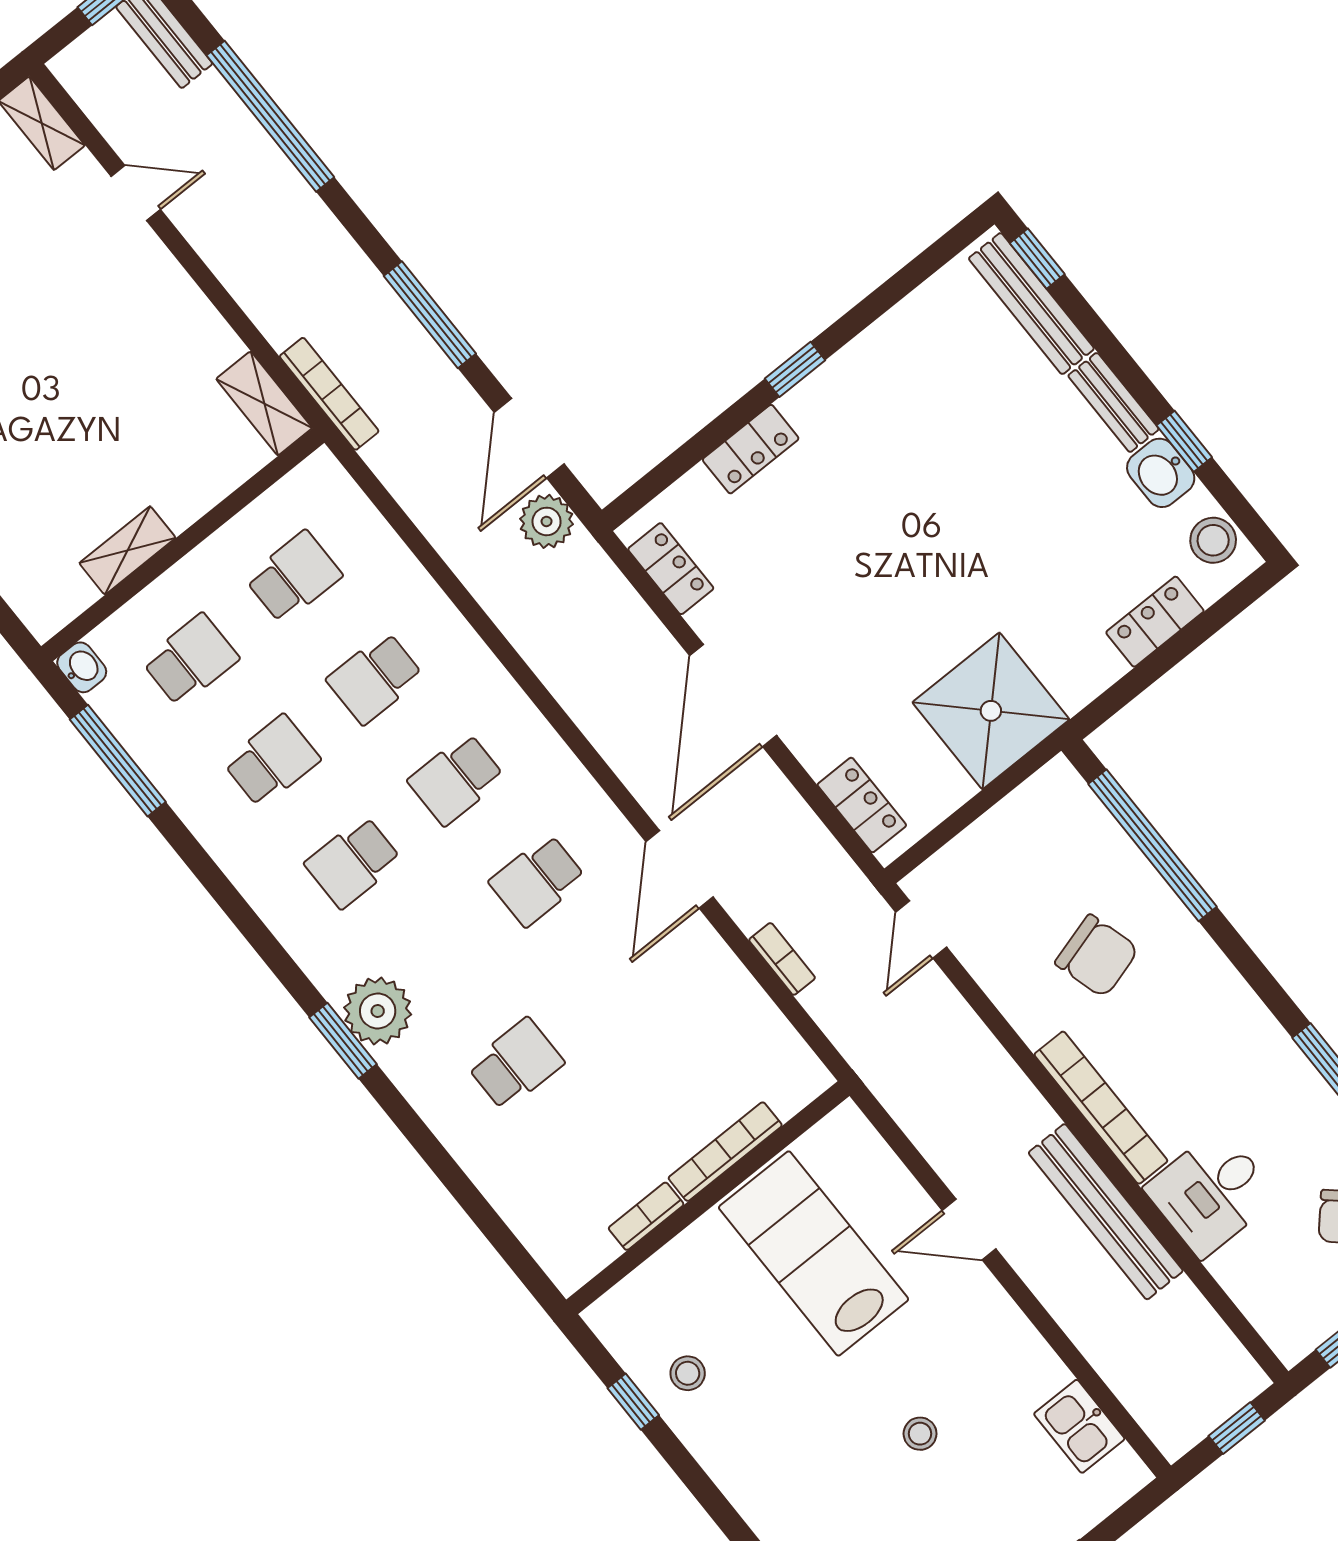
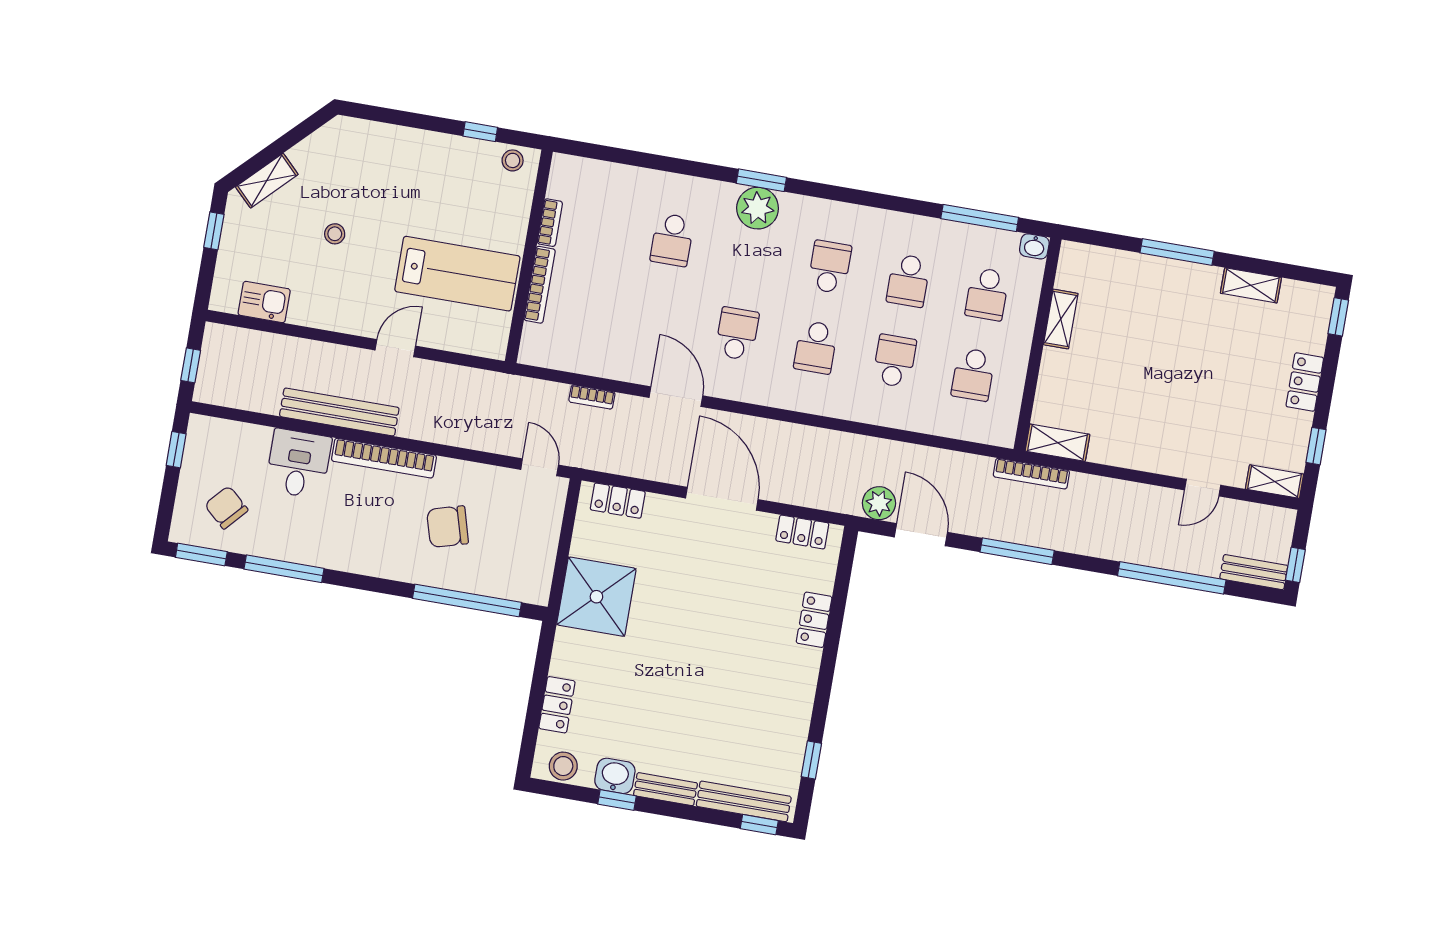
window: (795, 369) -> (811, 760), moved
school desk: (456, 779) -> (816, 347), turned 180
stool: (688, 1373) -> (513, 160), moved

